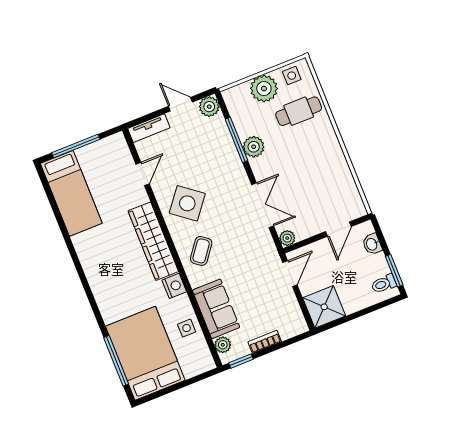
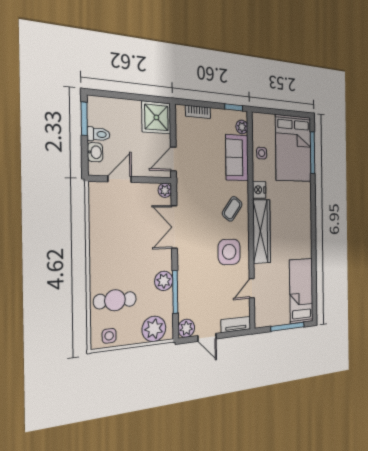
plant: (264, 89) -> (154, 329), moved
side table: (187, 203) -> (229, 252), turned -38
toilet: (384, 284) -> (99, 134), moved
bookcase: (265, 342) -> (198, 112), moved

